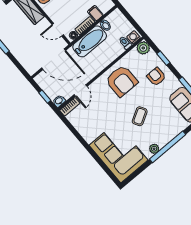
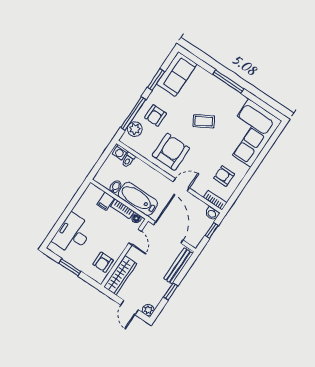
plant: (143, 48) -> (135, 129), moved
window: (163, 58) -> (133, 114), width x2.17
bench: (23, 60) -> (178, 266), added
door: (81, 91) -> (181, 185), moved
armchair: (88, 120) -> (224, 176), added
window: (168, 147) -> (228, 82), width x0.68
plant: (154, 149) -> (235, 96), removed

